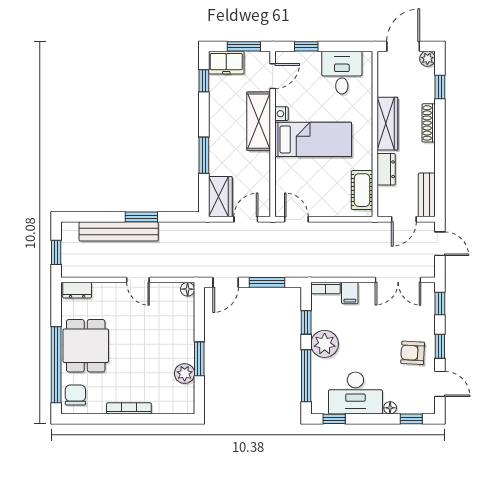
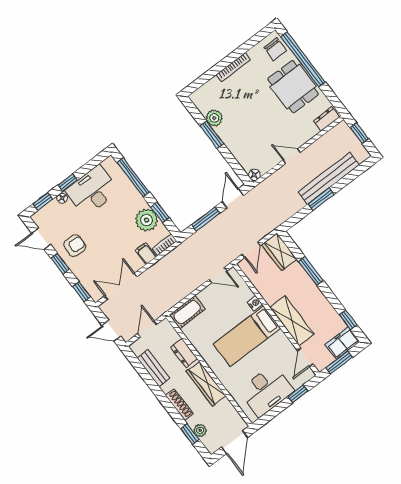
plant: (427, 59) -> (200, 430), moved
desk: (342, 73) -> (266, 391), width x1.37
nightstand: (281, 114) -> (255, 303), moved
cot: (362, 190) -> (187, 312), moved, turned 90
bench: (427, 195) -> (153, 368), moved
plant: (325, 344) -> (147, 220), moved
window: (334, 419) -> (68, 183), moved

